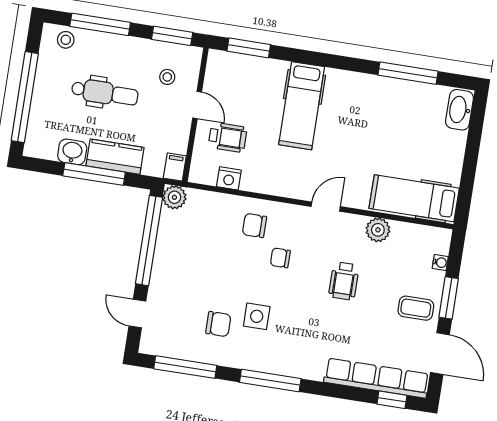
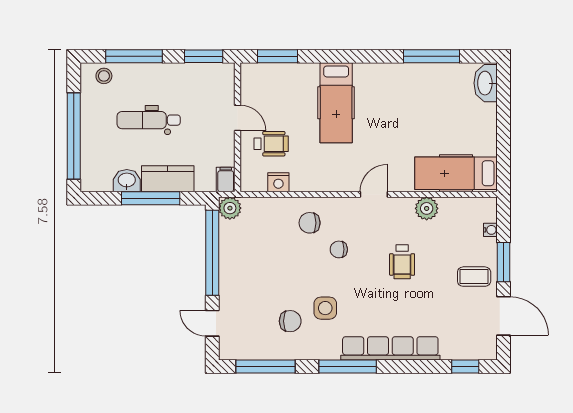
stool: (167, 77) -> (205, 96), removed
dental chair: (105, 93) -> (149, 120), turned 180
row of seats: (377, 378) -> (390, 348), moved

